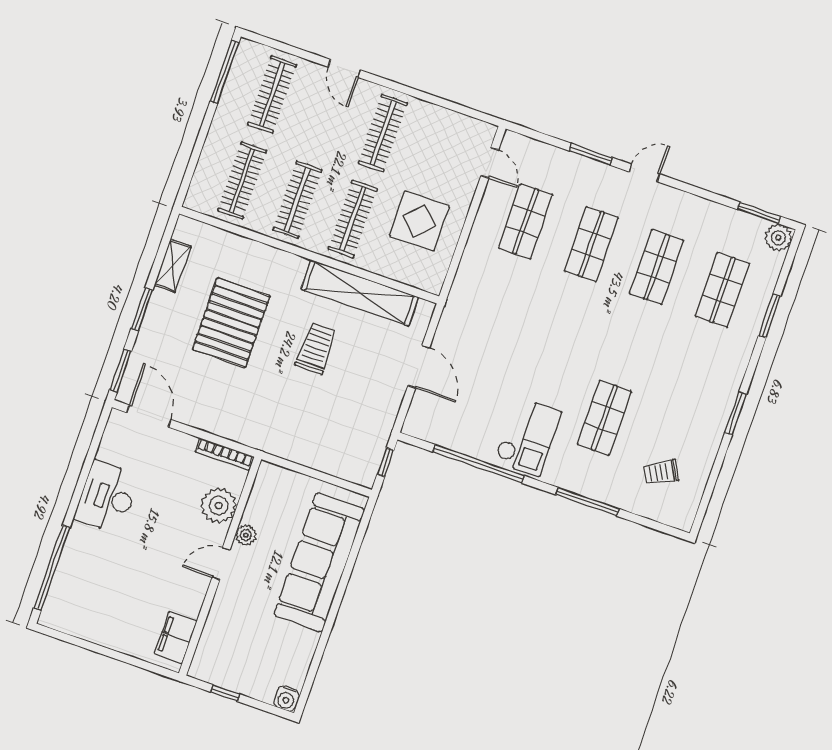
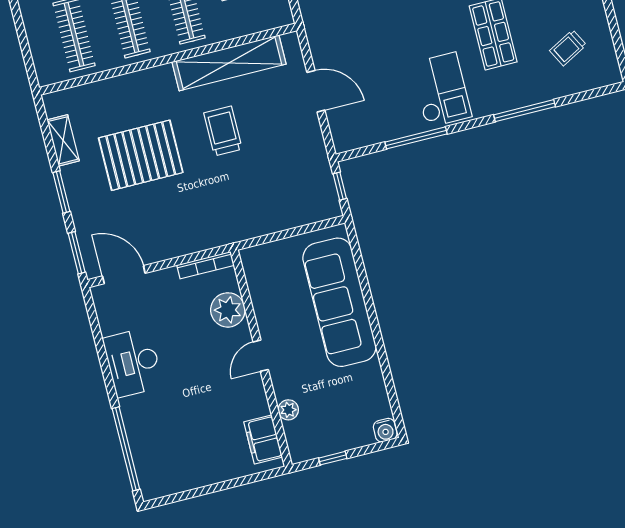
pallet: (231, 323) -> (141, 155), turned 90
window: (479, 464) -> (416, 138), width x0.68
plant: (246, 535) -> (288, 410), moved

